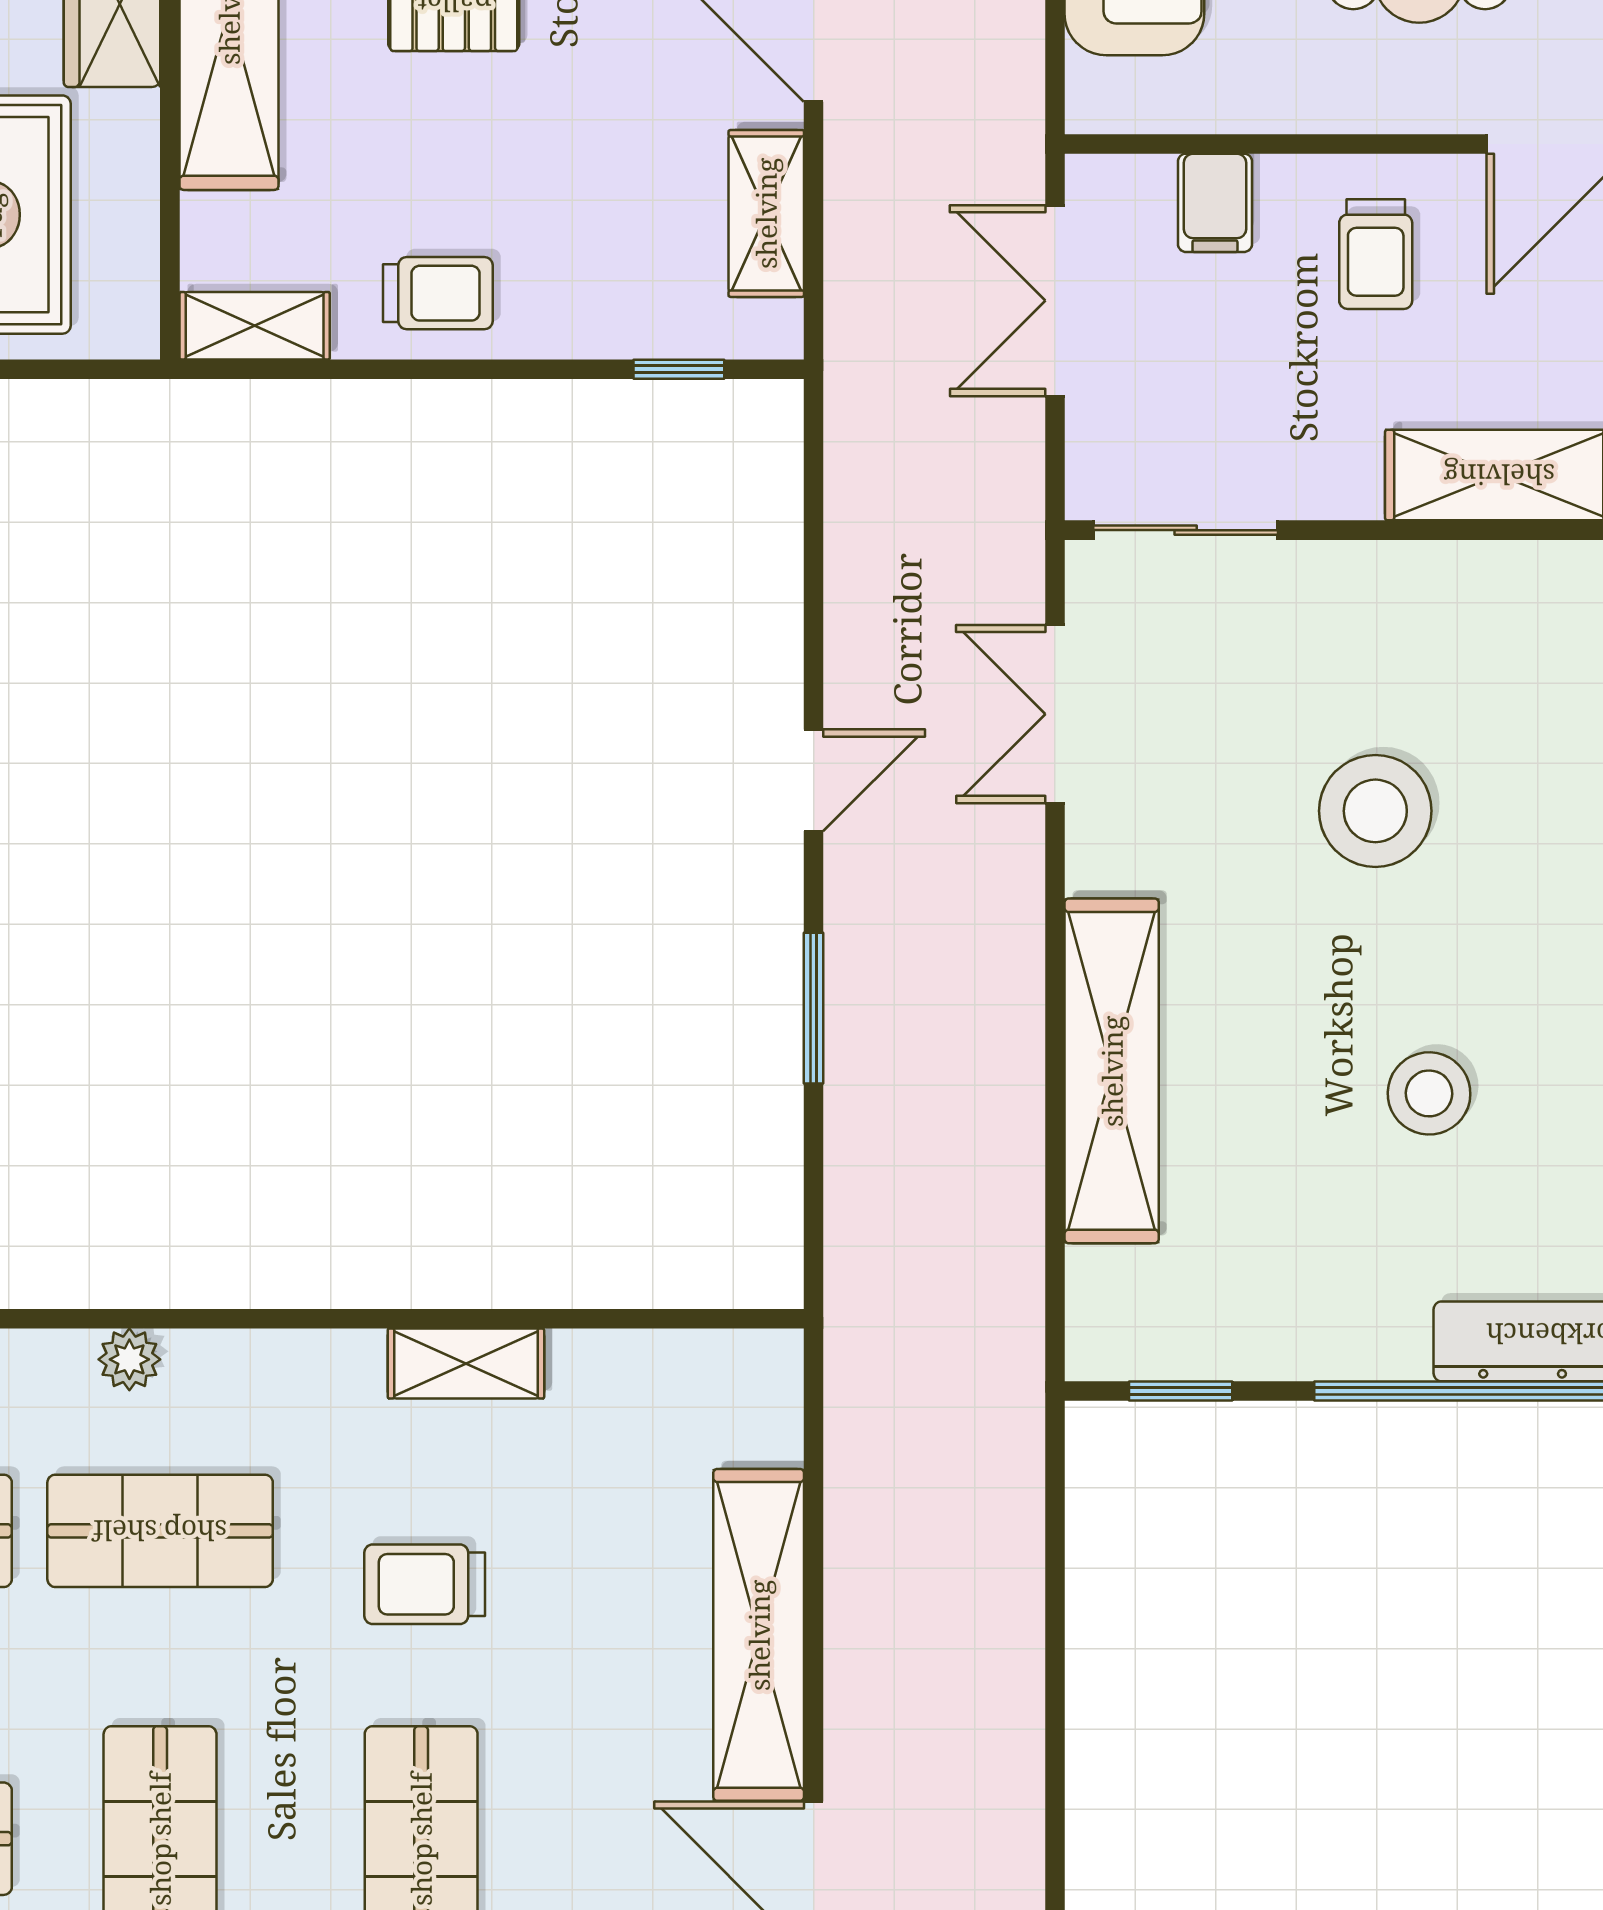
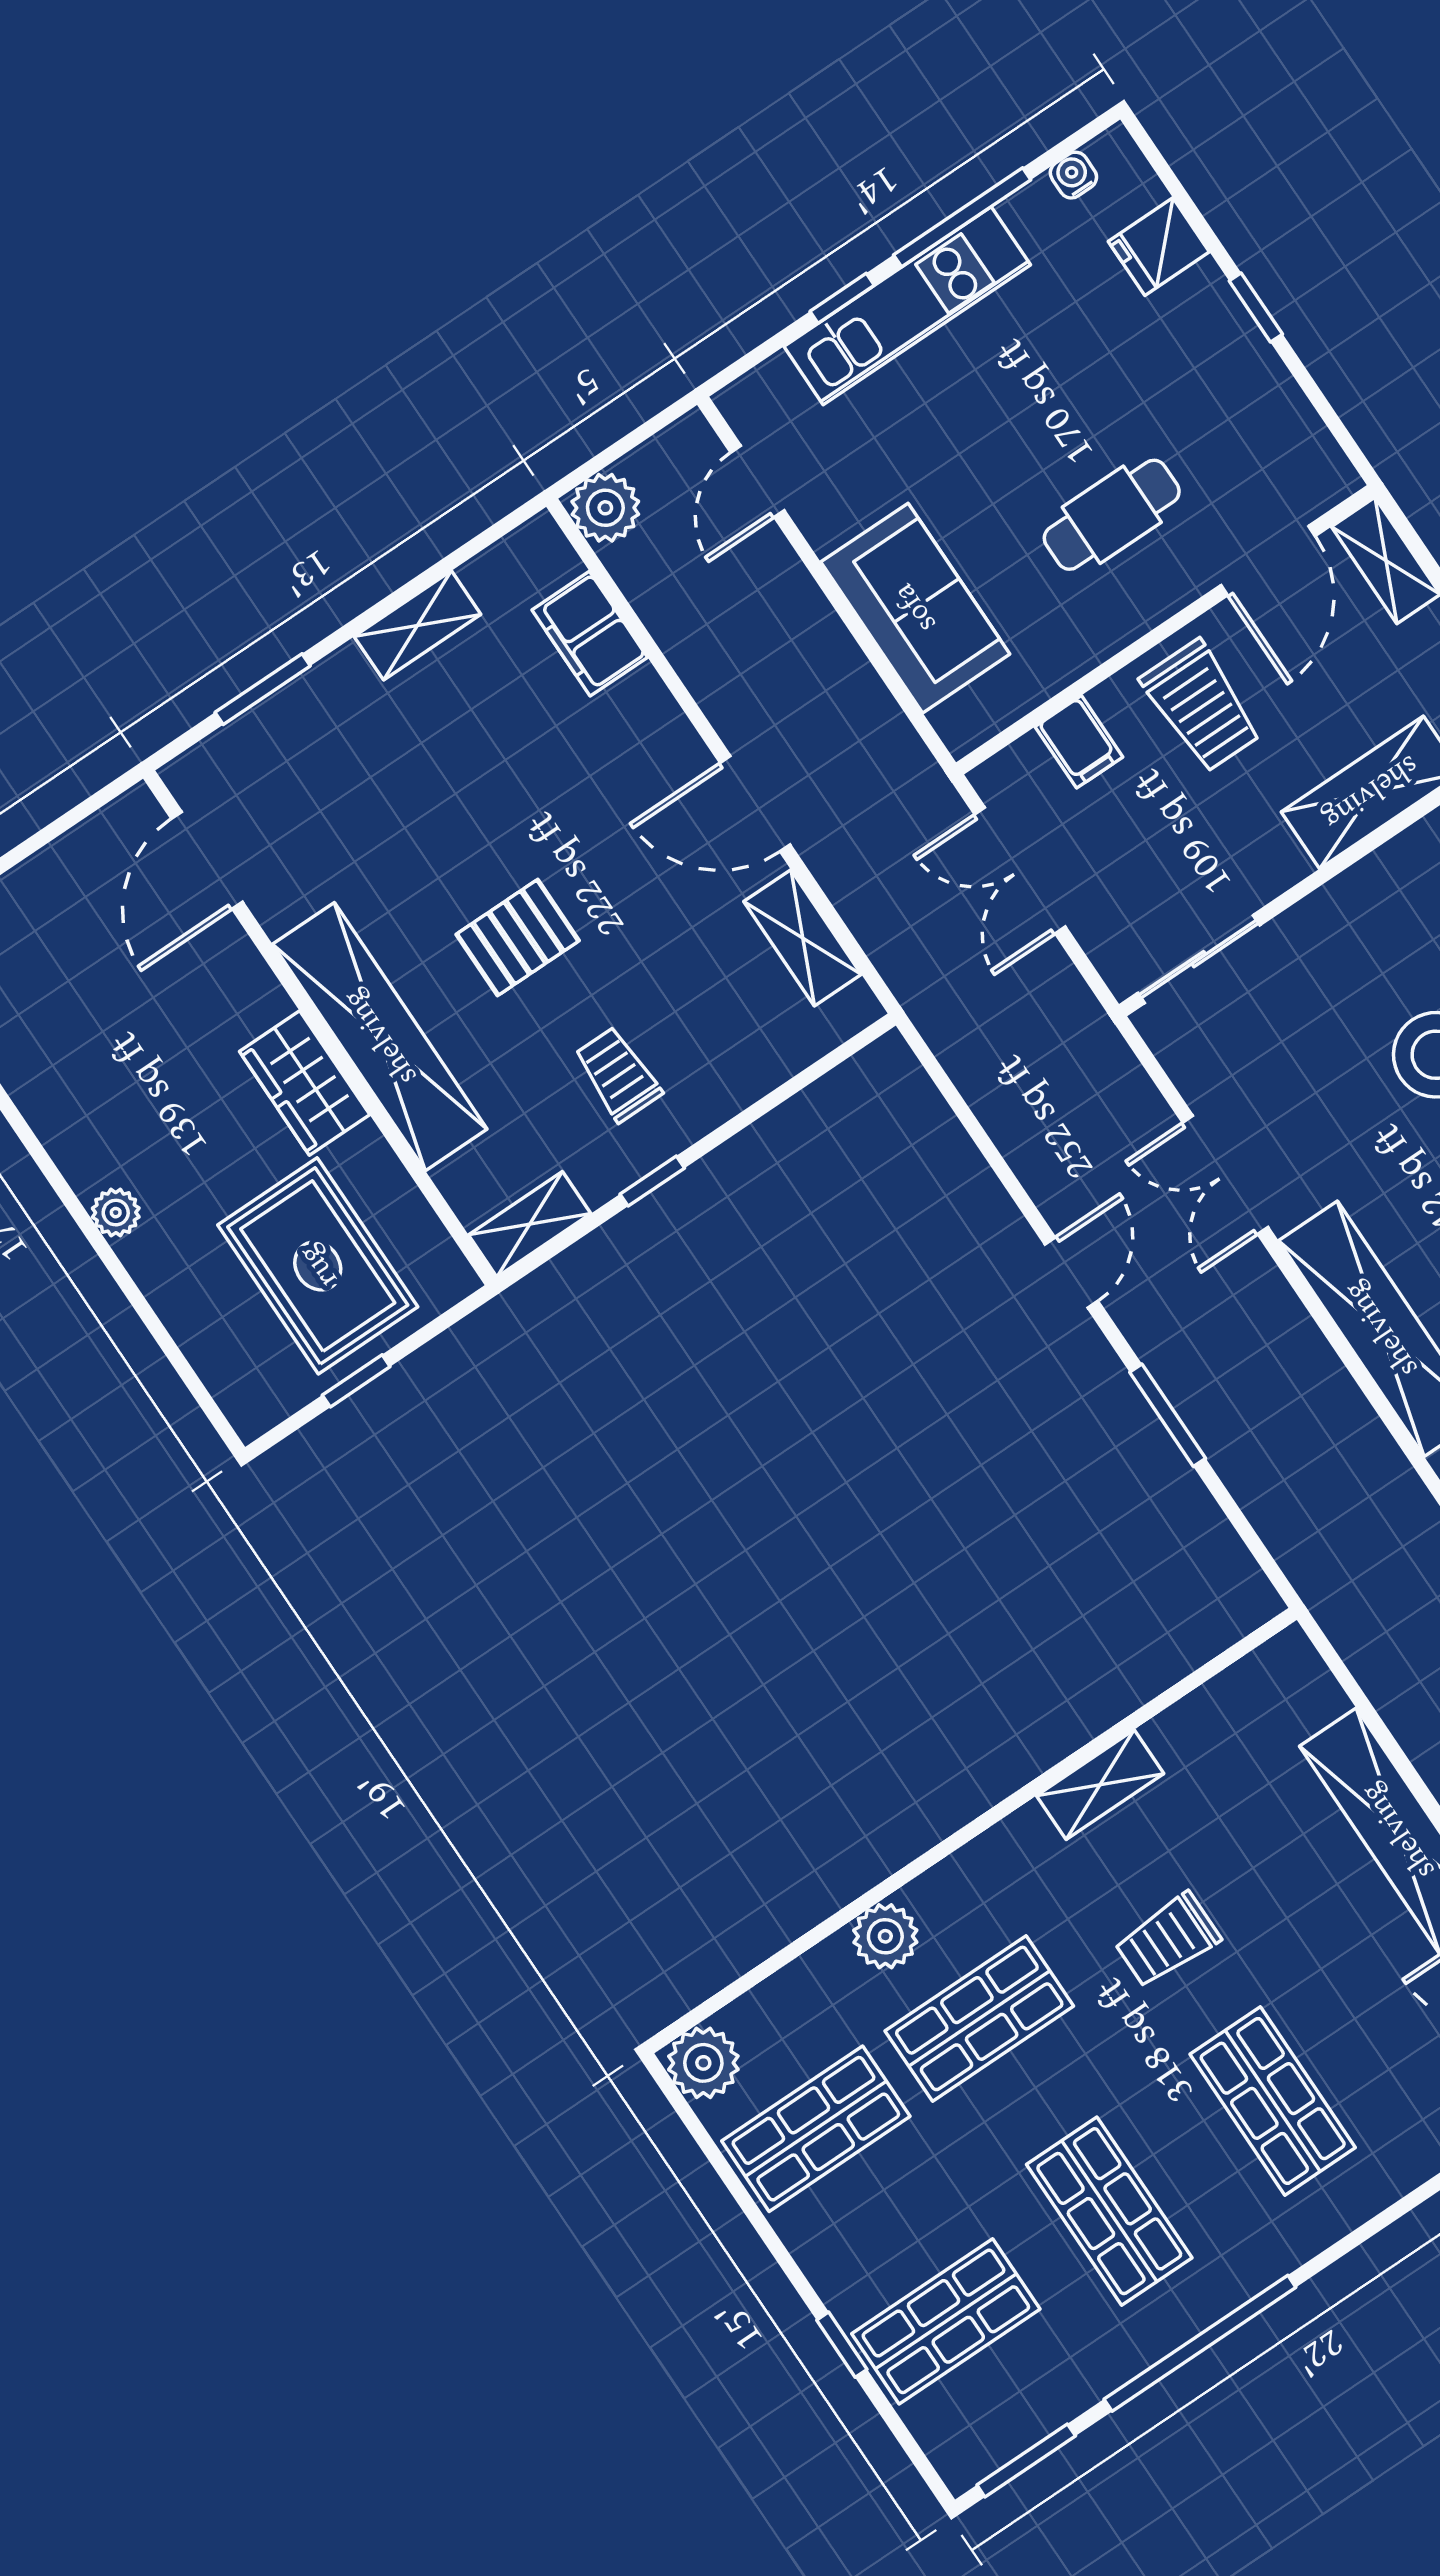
trolley: (1376, 254) -> (1201, 706), width x1.36, depth x1.39
trolley: (438, 293) -> (618, 1074), moved, turned -90
window: (679, 369) -> (652, 1181), moved
double door: (1055, 714) -> (1225, 1175), moved
plant: (129, 1359) -> (885, 1936), width x1.38, depth x1.38

